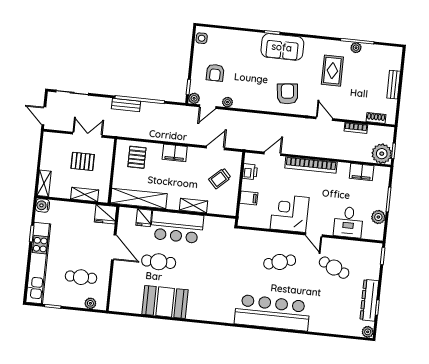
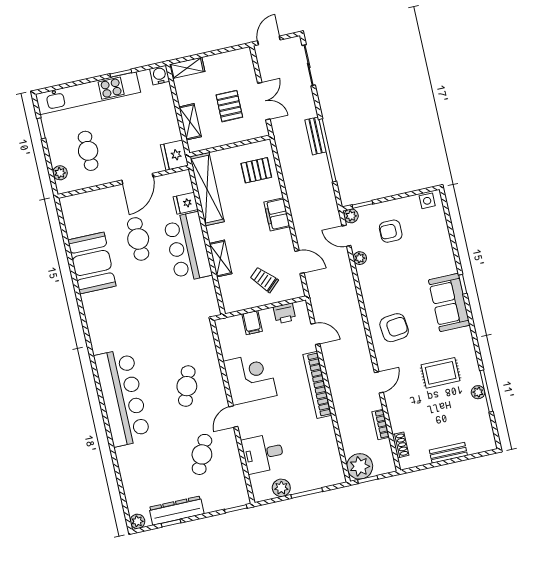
filing cabinet: (362, 172) -> (329, 449), removed
cafe table: (280, 262) -> (187, 386), turned 33

